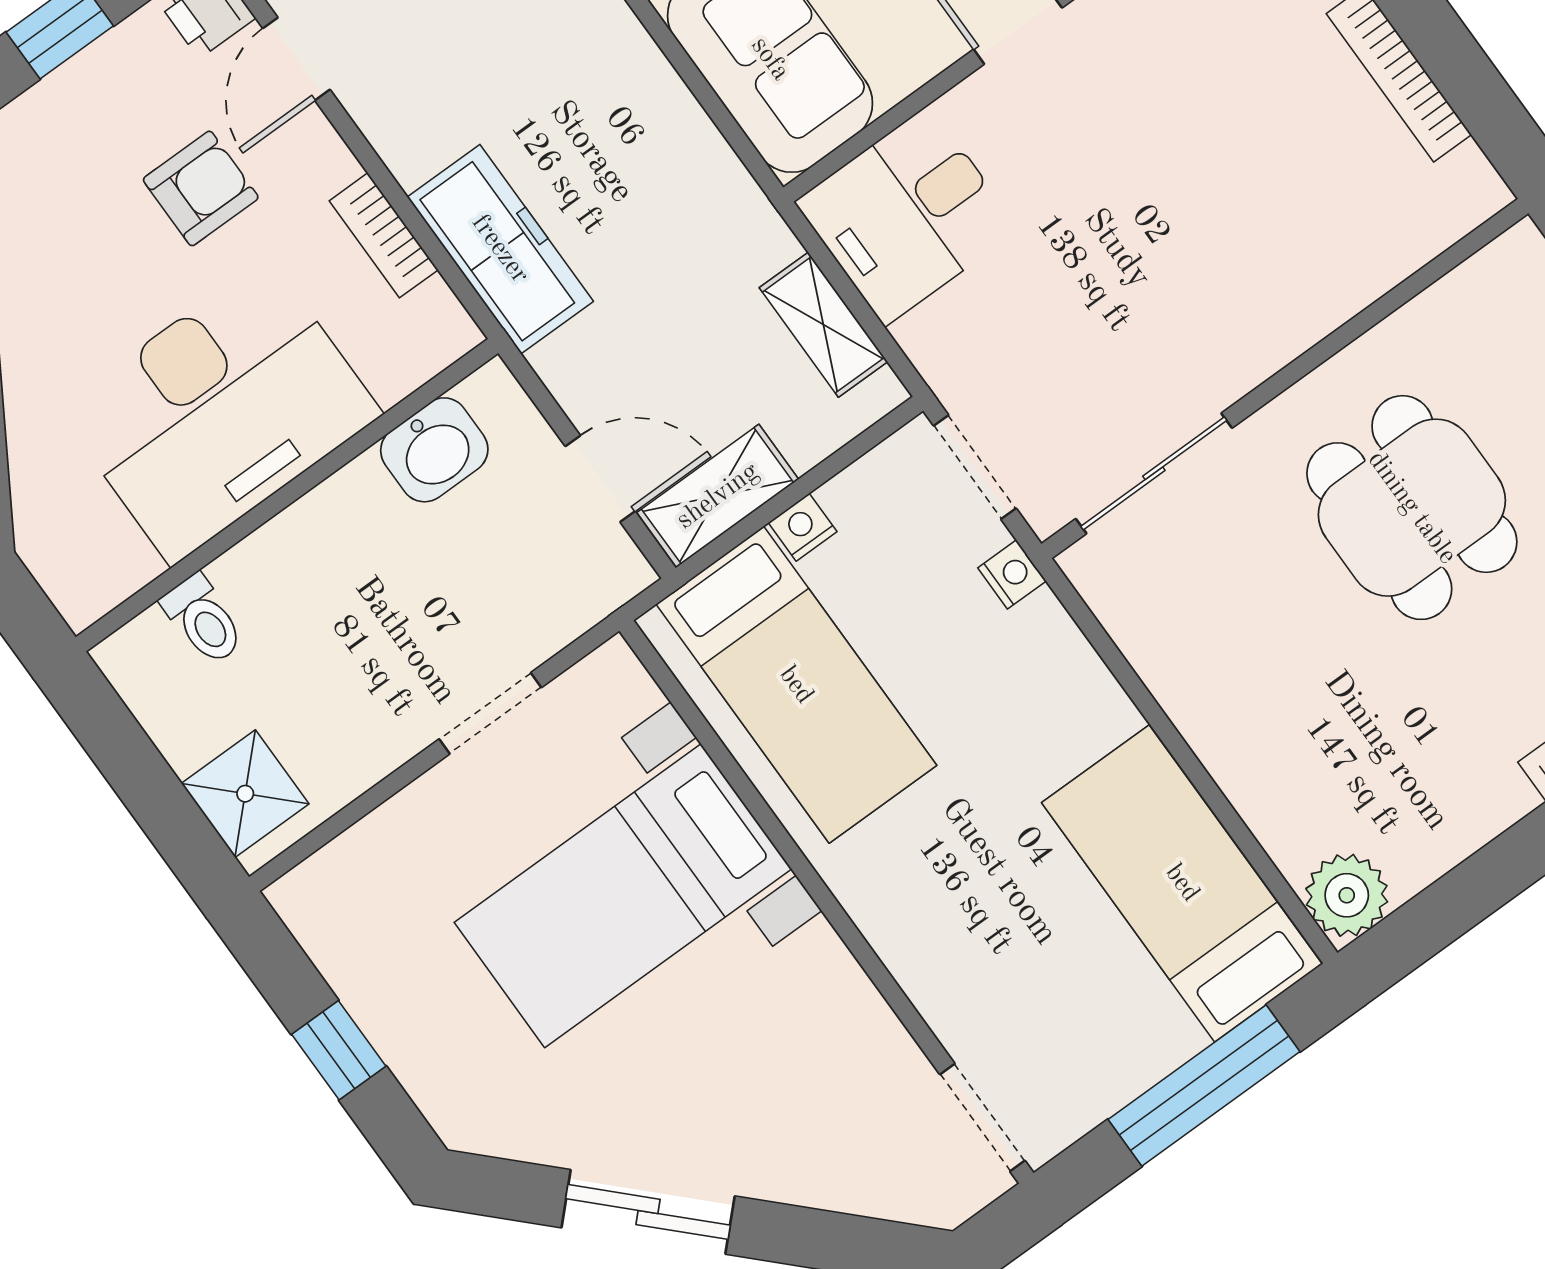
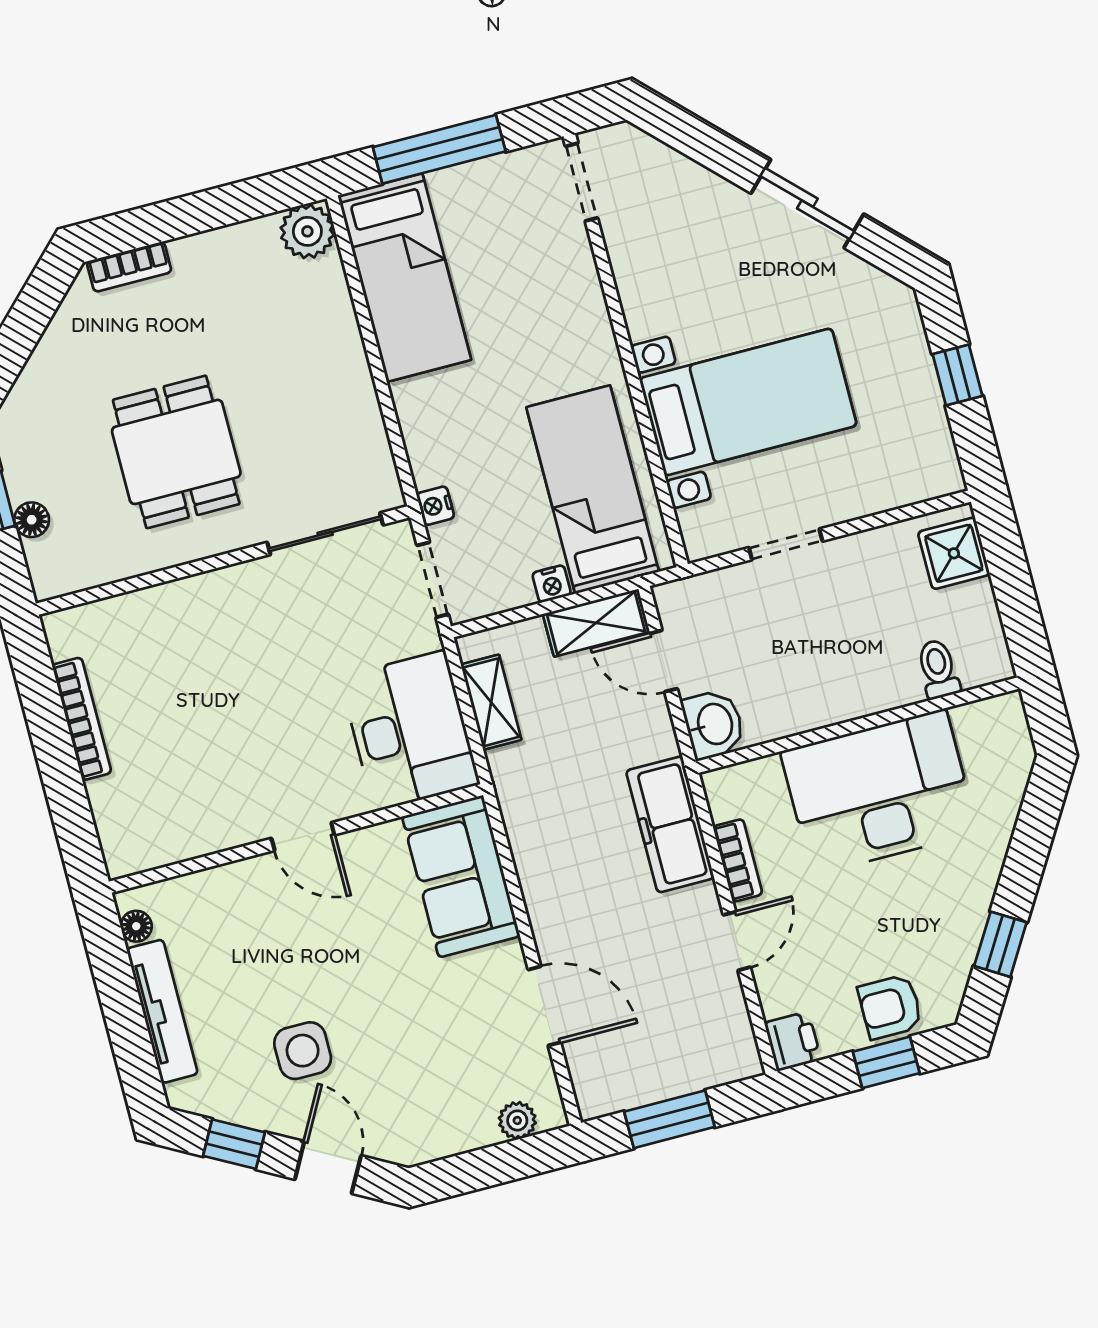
door: (296, 59) -> (737, 941), moved
armchair: (201, 188) -> (890, 1007), moved
desk: (907, 215) -> (410, 731), width x1.37
washbasin: (434, 450) -> (714, 724), moved, turned 90

